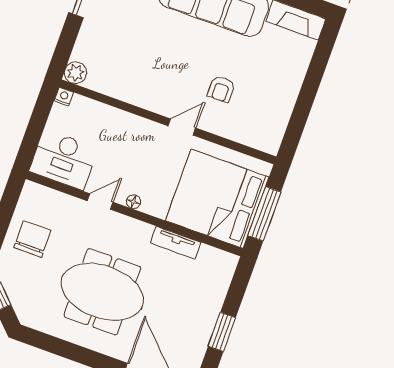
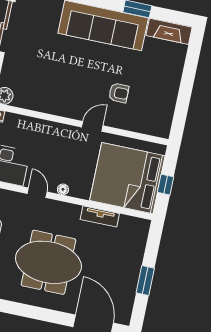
armchair: (221, 89) -> (119, 93), turned -90
door: (100, 201) -> (37, 193), hinge flipped
window: (264, 214) -> (165, 185), width x0.46

